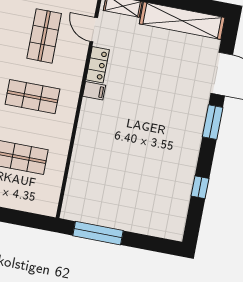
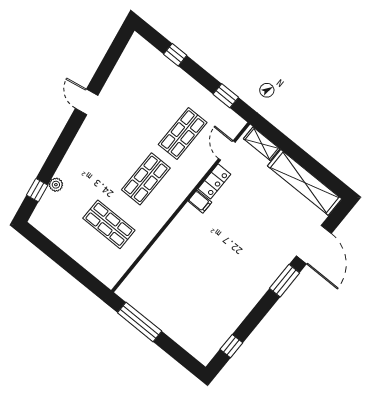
shop shelf: (32, 97) -> (146, 179), turned 90
window: (200, 187) -> (231, 346), moved

